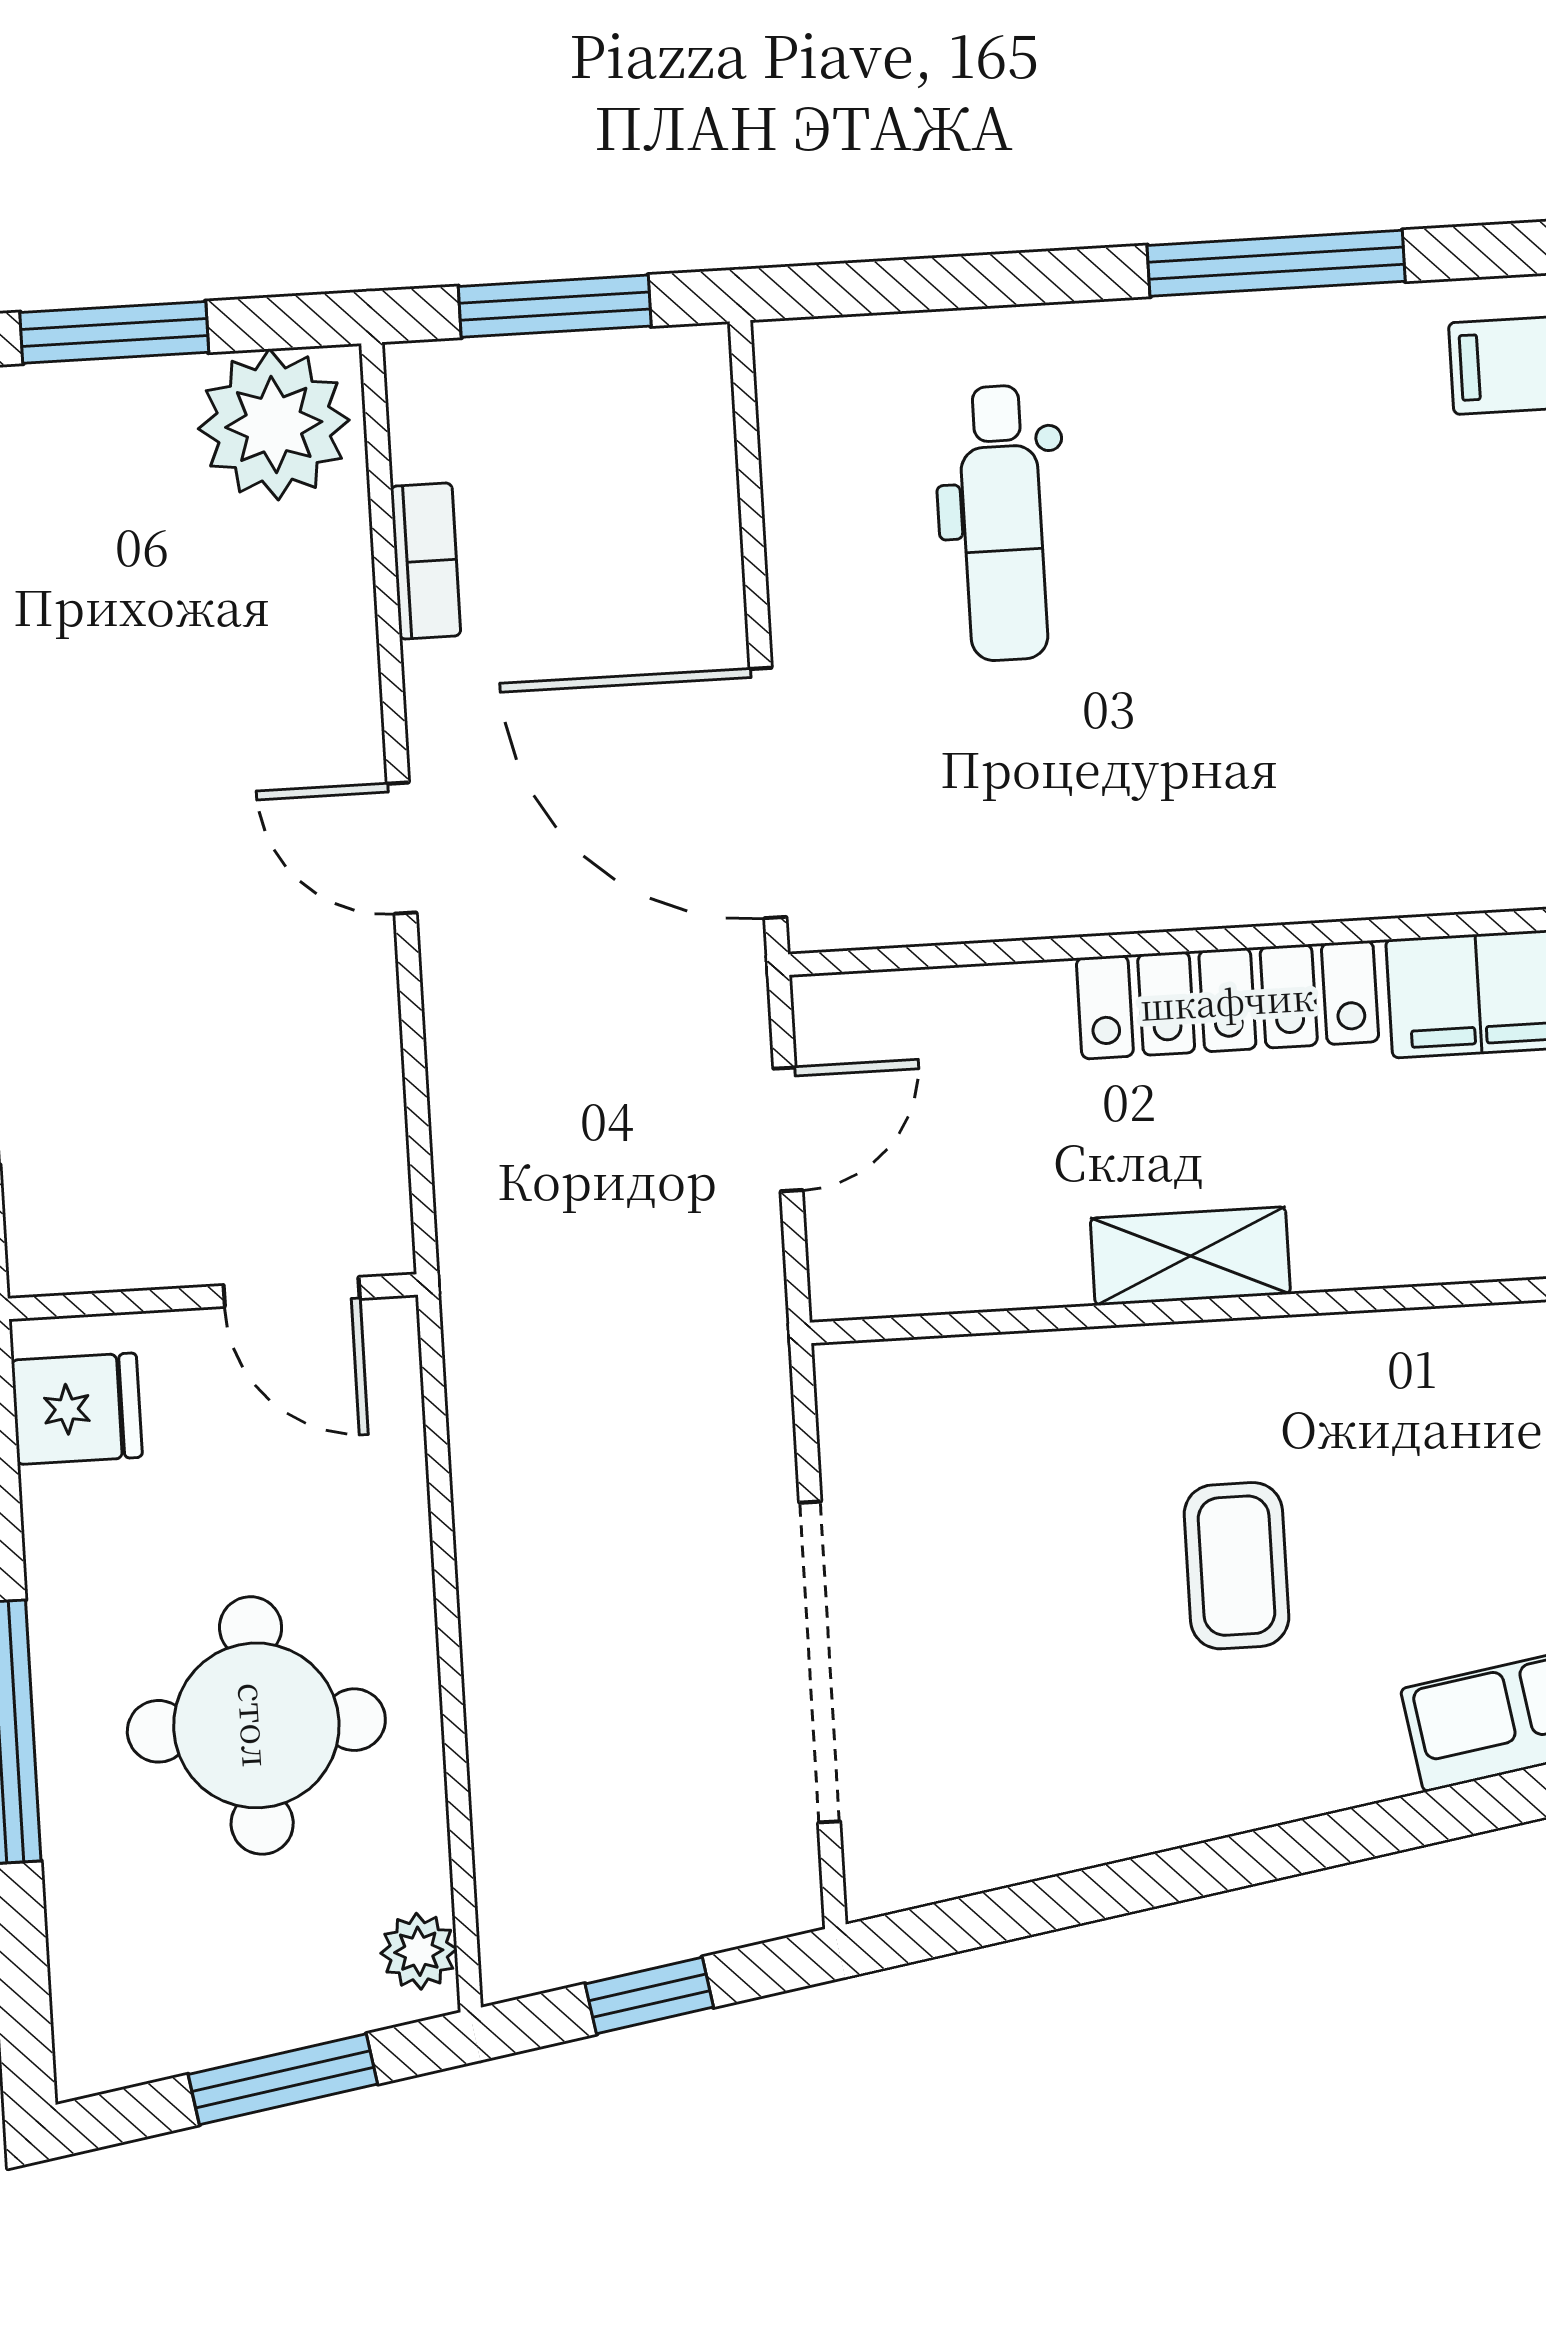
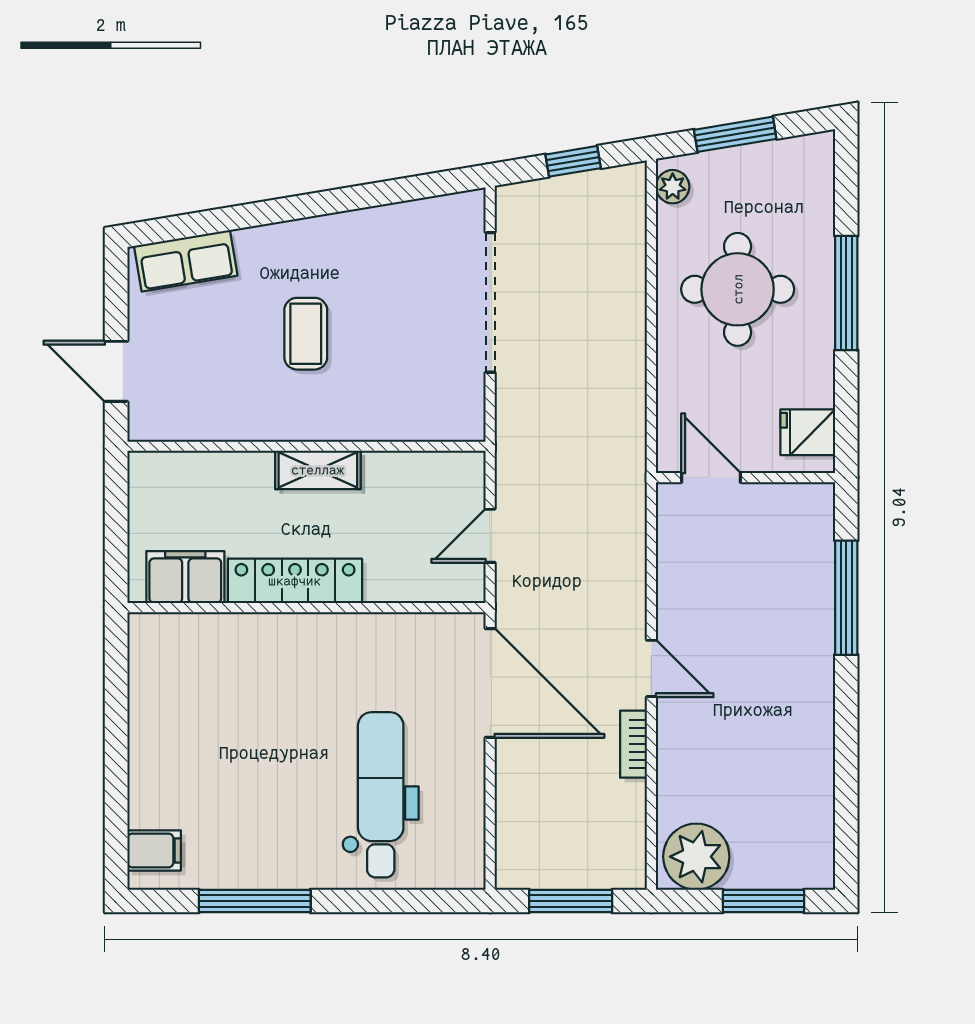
dental chair: (1003, 523) -> (381, 795), width x1.36, depth x1.38
bookcase: (426, 561) -> (634, 744), moved

